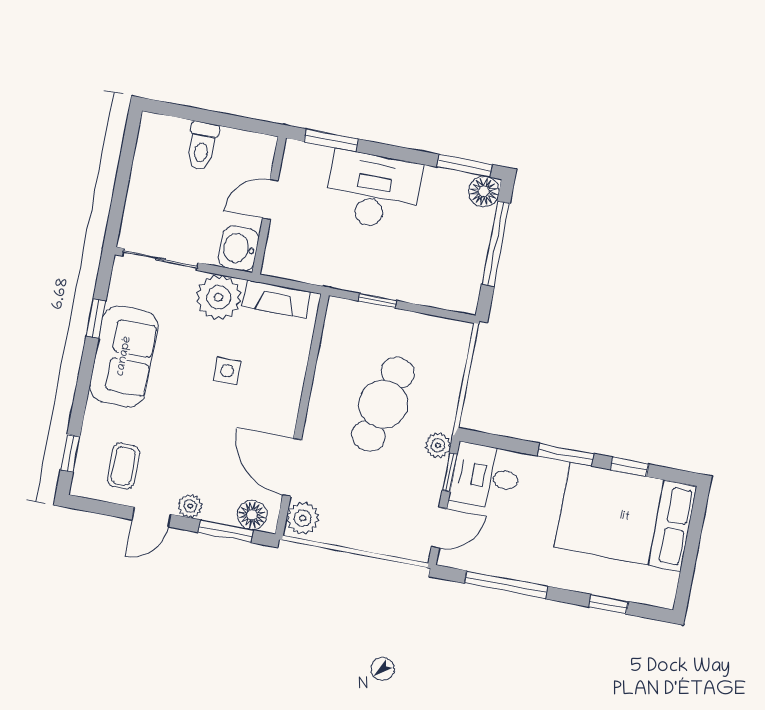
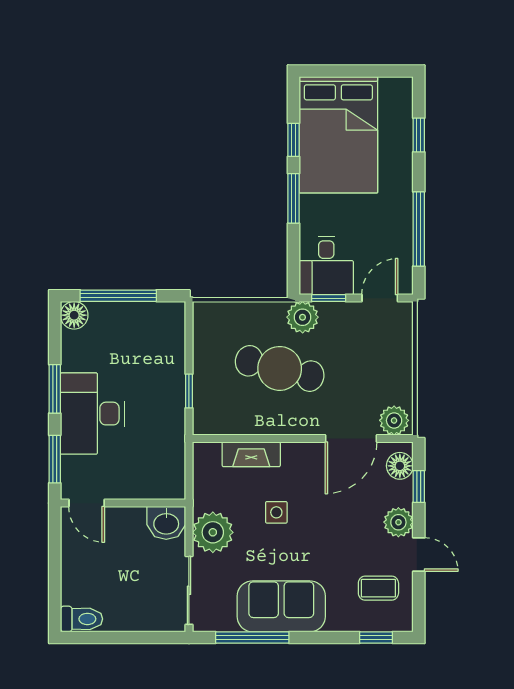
toilet: (202, 146) -> (81, 619), moved
window: (465, 166) -> (55, 389), moved
door: (270, 200) -> (87, 503), moved
fireplace: (277, 299) -> (251, 454), moved, turned 90
window: (96, 318) -> (252, 637), width x2.17
plant: (438, 445) -> (303, 317), width x1.38, depth x1.38
plant: (190, 506) -> (398, 522), width x1.38, depth x1.38
door: (439, 528) -> (380, 298), hinge flipped
window: (226, 531) -> (419, 486), width x0.67

